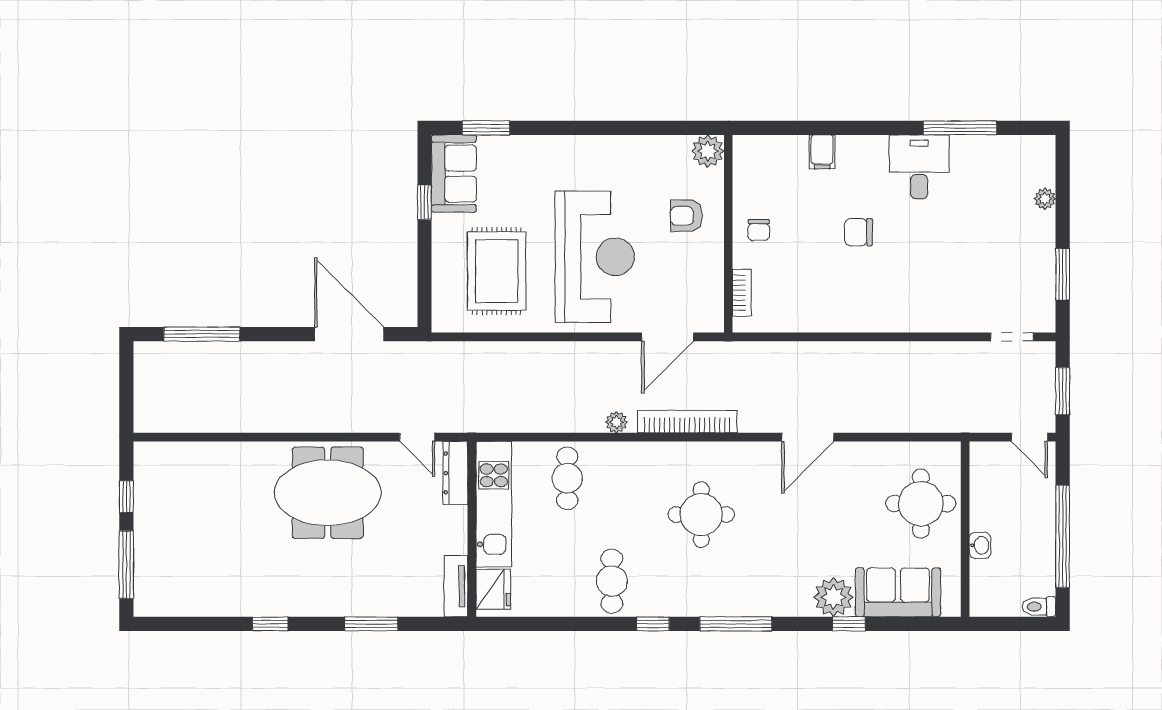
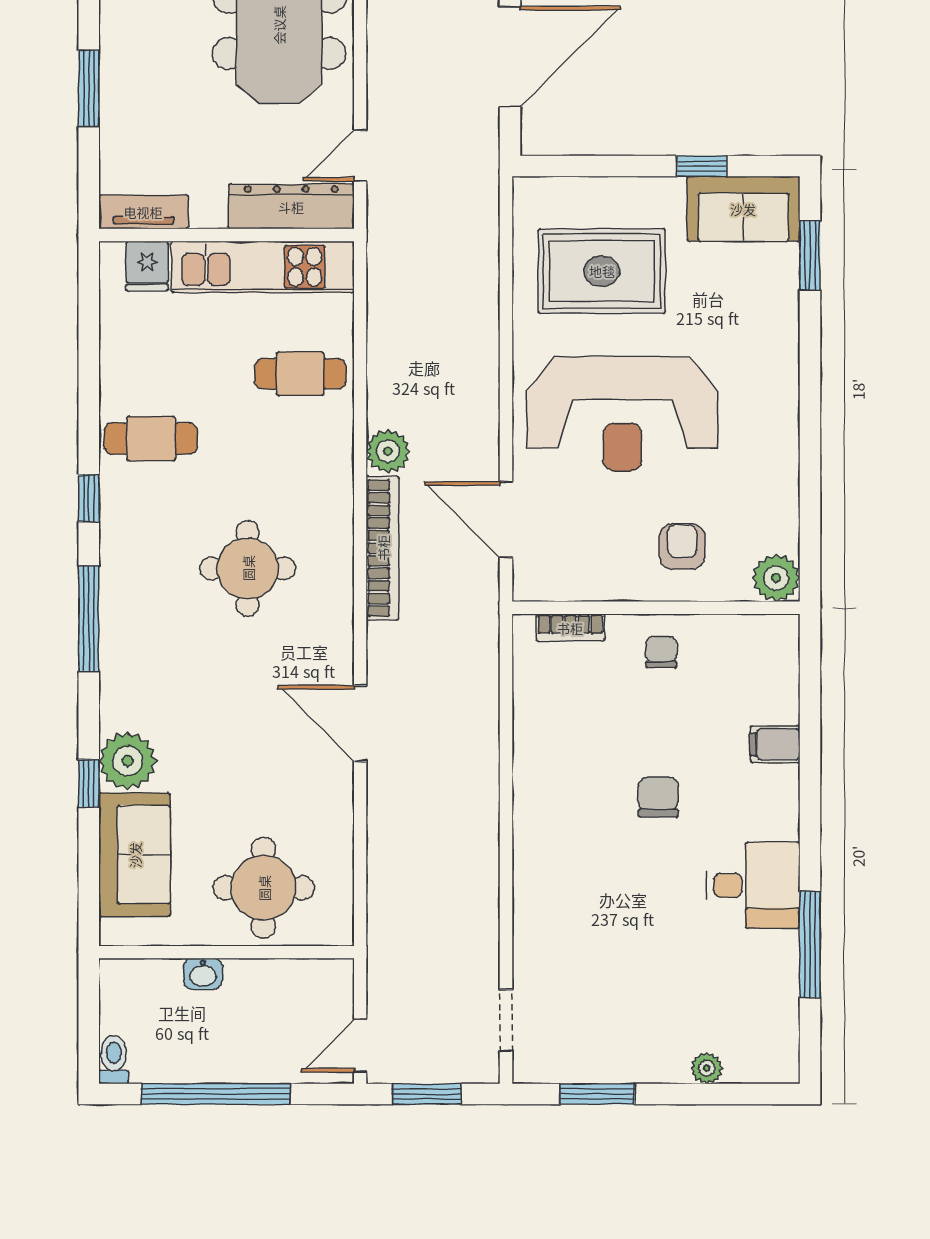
chair: (759, 230) -> (661, 652), turned 90
plant: (616, 422) -> (388, 451), width x1.38, depth x1.38
dresser: (455, 473) -> (291, 207), width x1.37, depth x1.24
fridge: (493, 589) -> (147, 266), width x0.72

